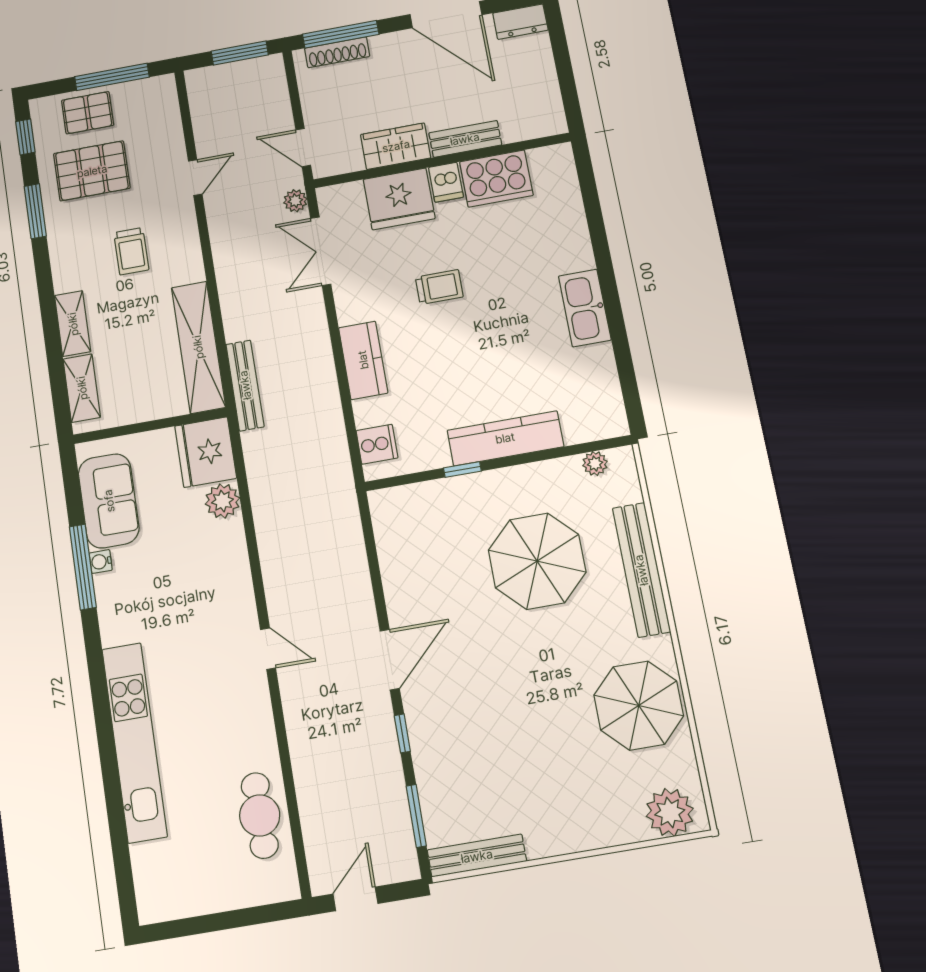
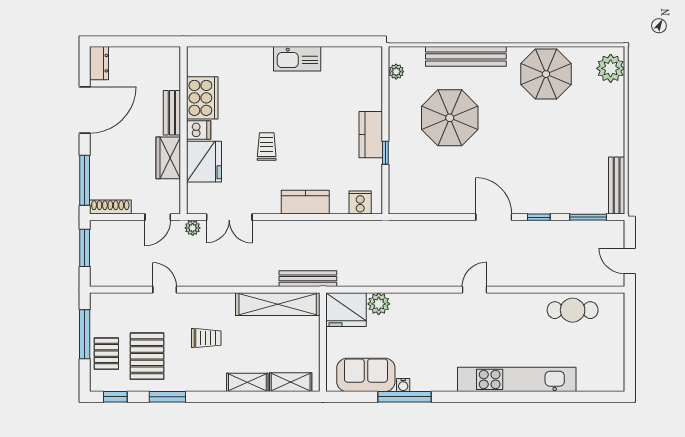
shoe rack: (337, 52) -> (110, 207), moved, turned -90
kitchen counter: (505, 438) -> (371, 135), width x0.67

